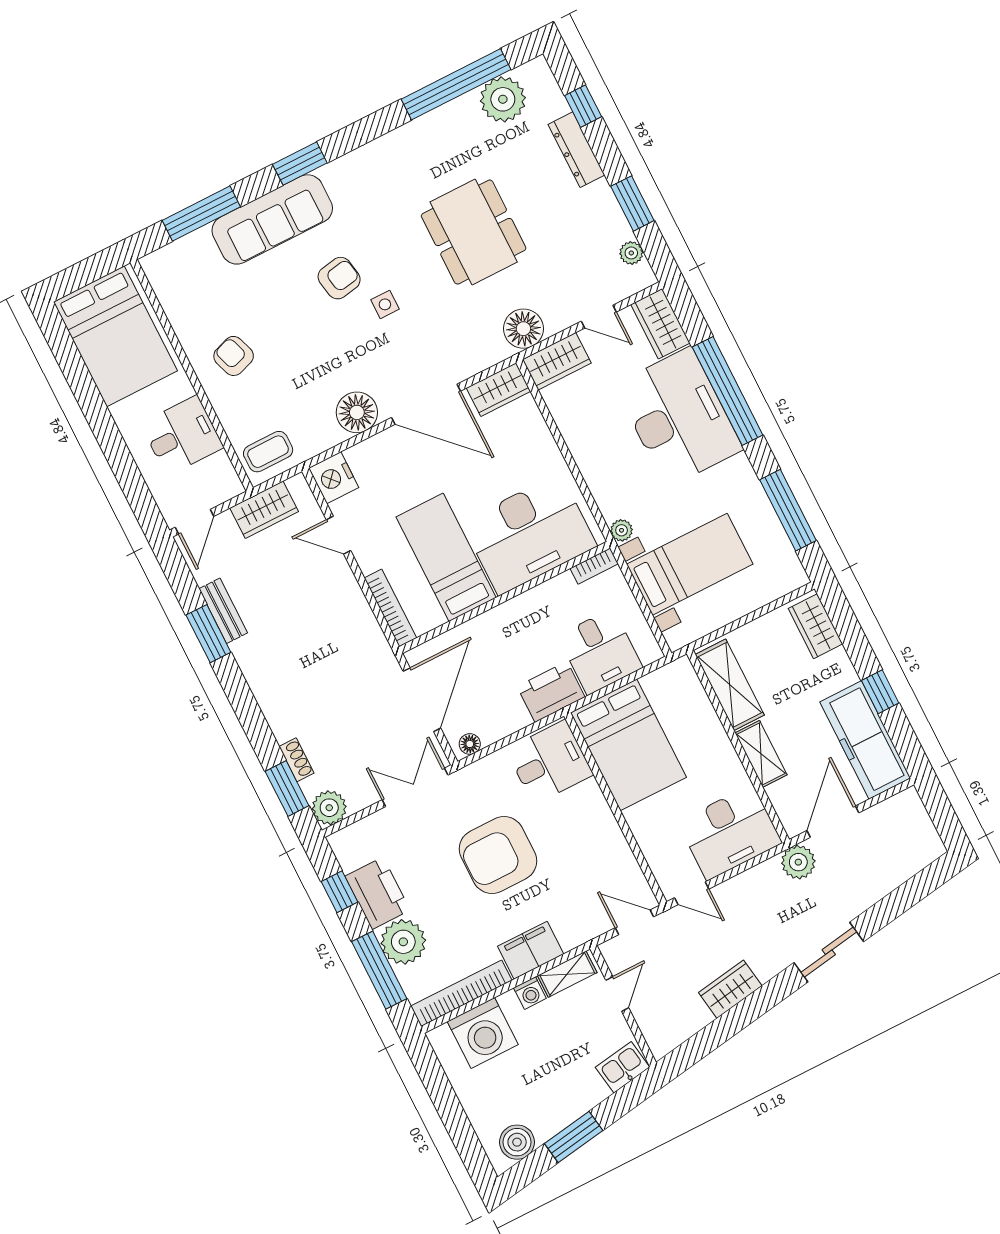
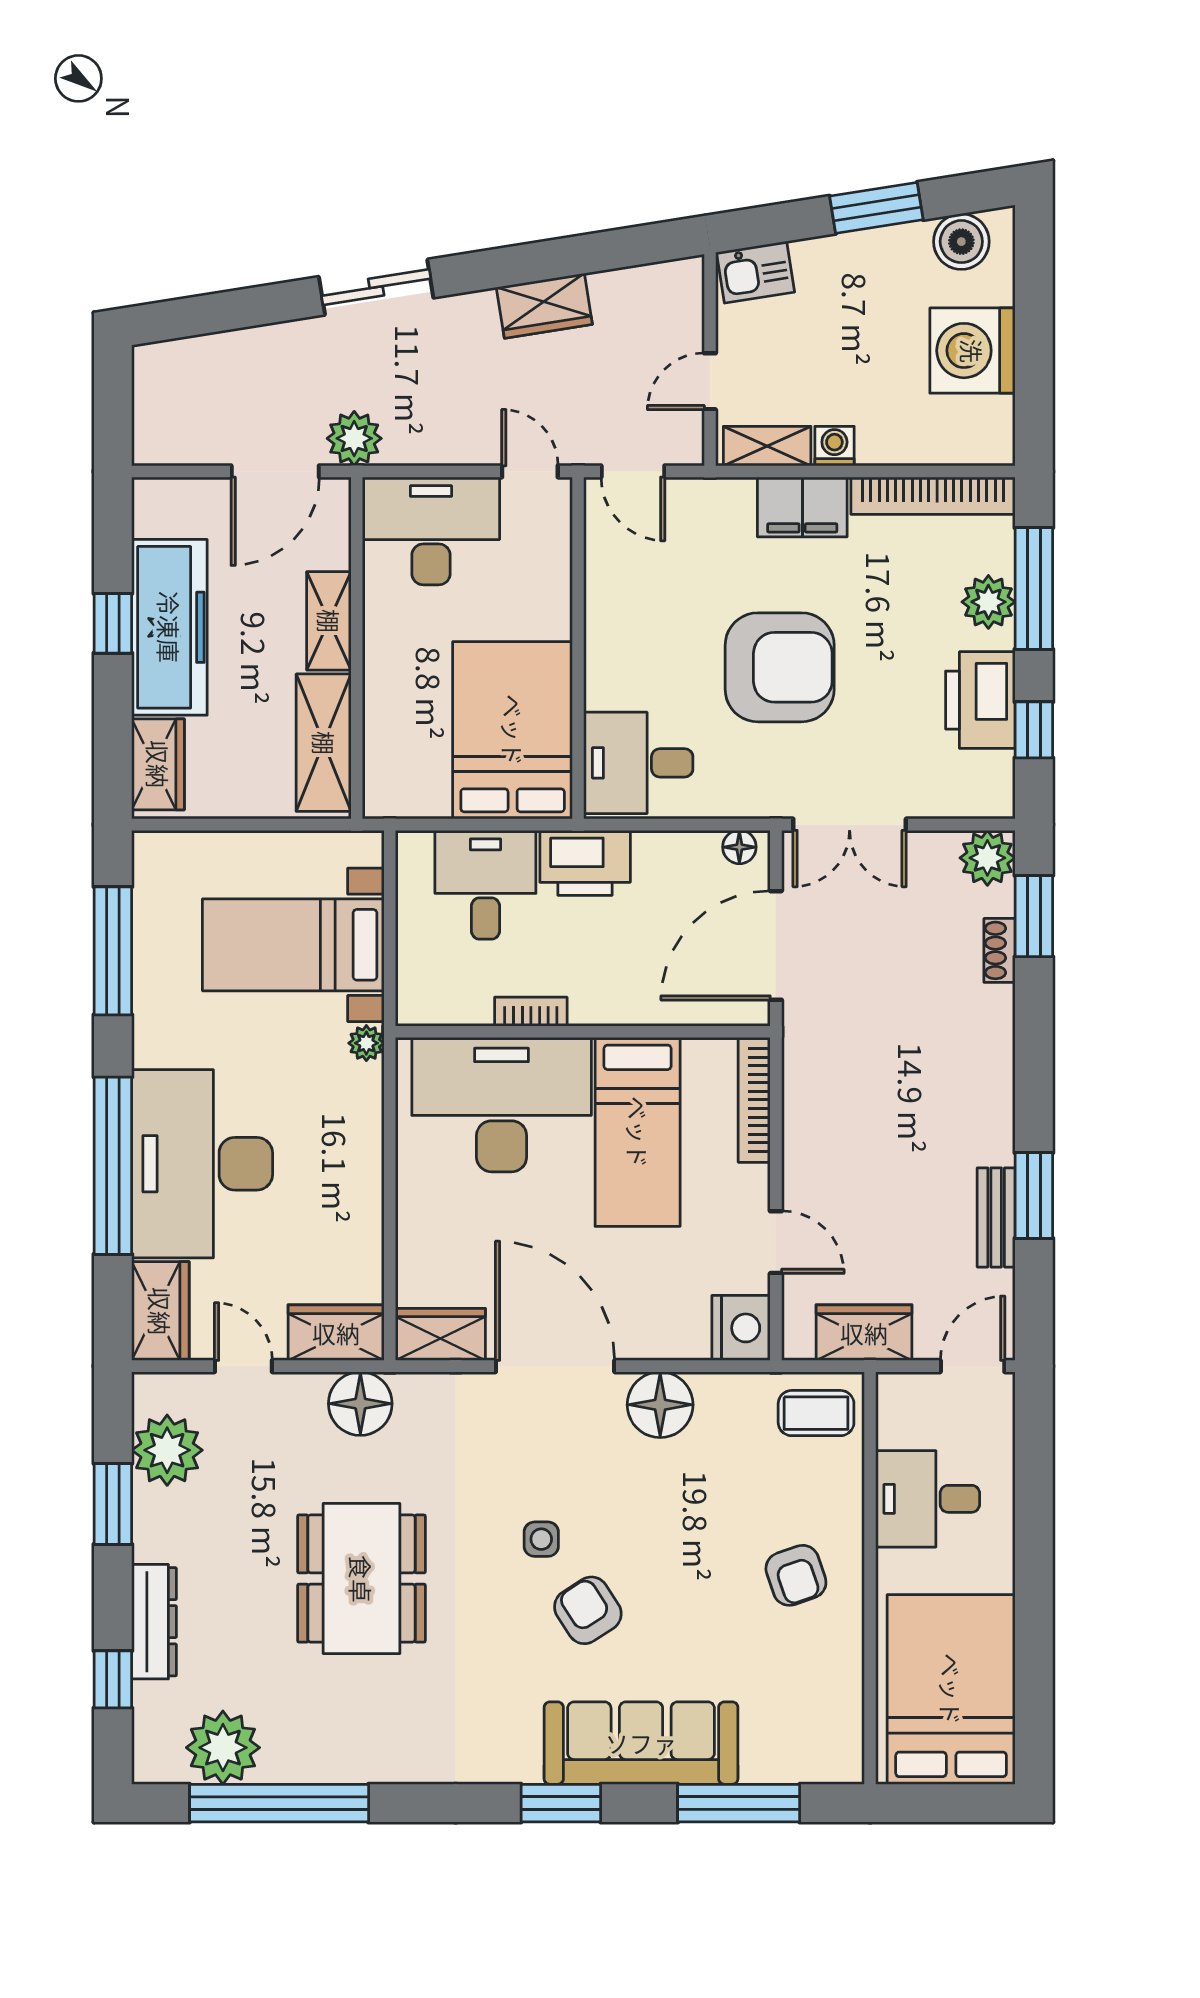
plant: (631, 253) -> (167, 1450), width x1.88, depth x1.88
armchair: (339, 278) -> (588, 1610), turned 67
bookcase: (594, 566) -> (531, 1012), moved
freezer: (865, 740) -> (169, 627), moved
plant: (403, 942) -> (988, 602), width x0.73, depth x0.73
washing machine: (483, 1033) -> (972, 351), moved, turned -90

